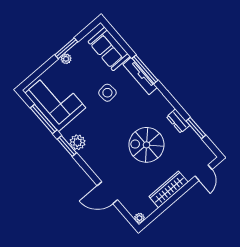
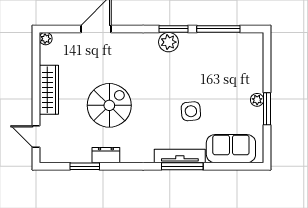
corner sofa: (55, 100) -> (226, 55), removed

